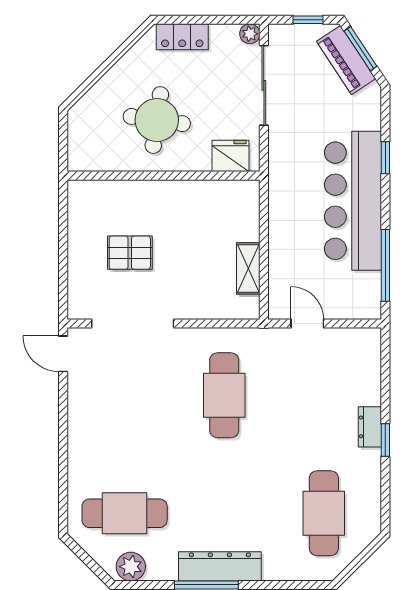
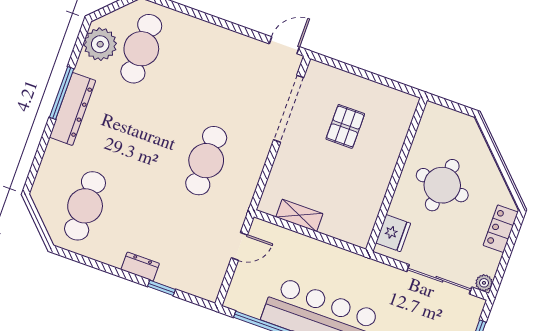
cafe table: (224, 395) -> (206, 161), turned 90
window: (385, 440) -> (161, 288), moved
cafe table: (324, 513) -> (85, 206), turned 90
plant: (131, 567) -> (100, 44), width x1.36, depth x1.36

